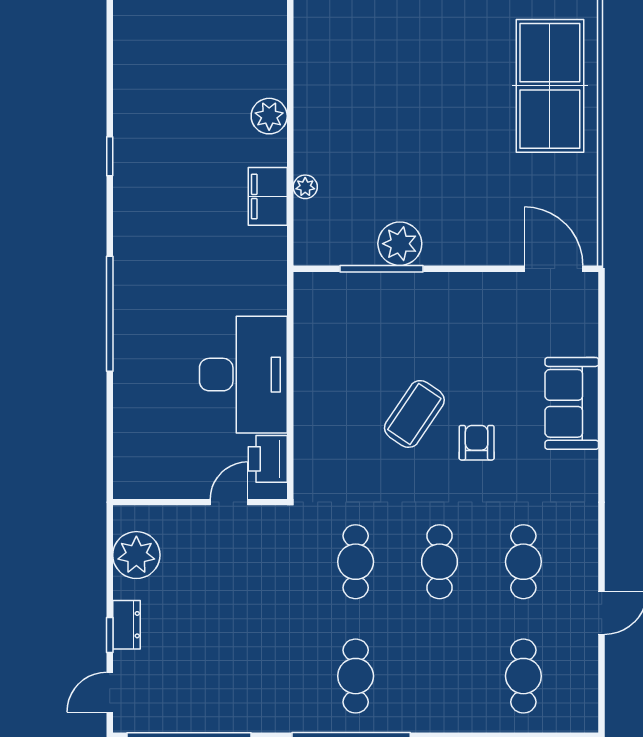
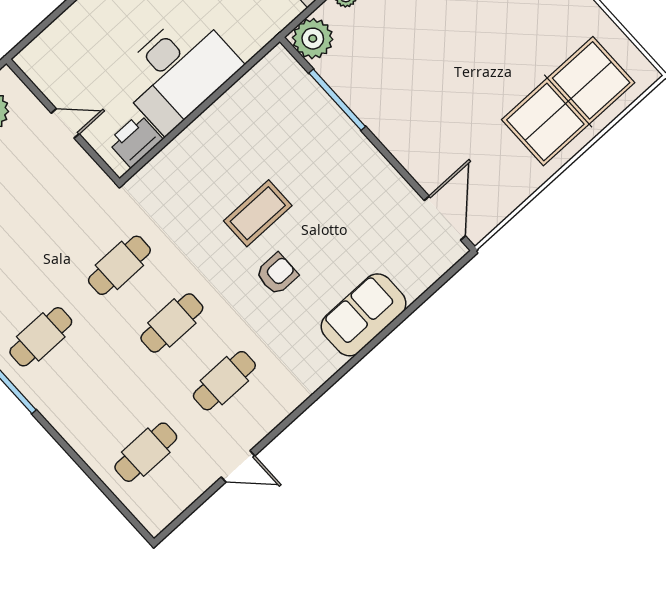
plant: (400, 244) -> (313, 39), moved
coffee table: (414, 414) -> (258, 213), turned -34
door: (229, 502) -> (65, 123), moved

